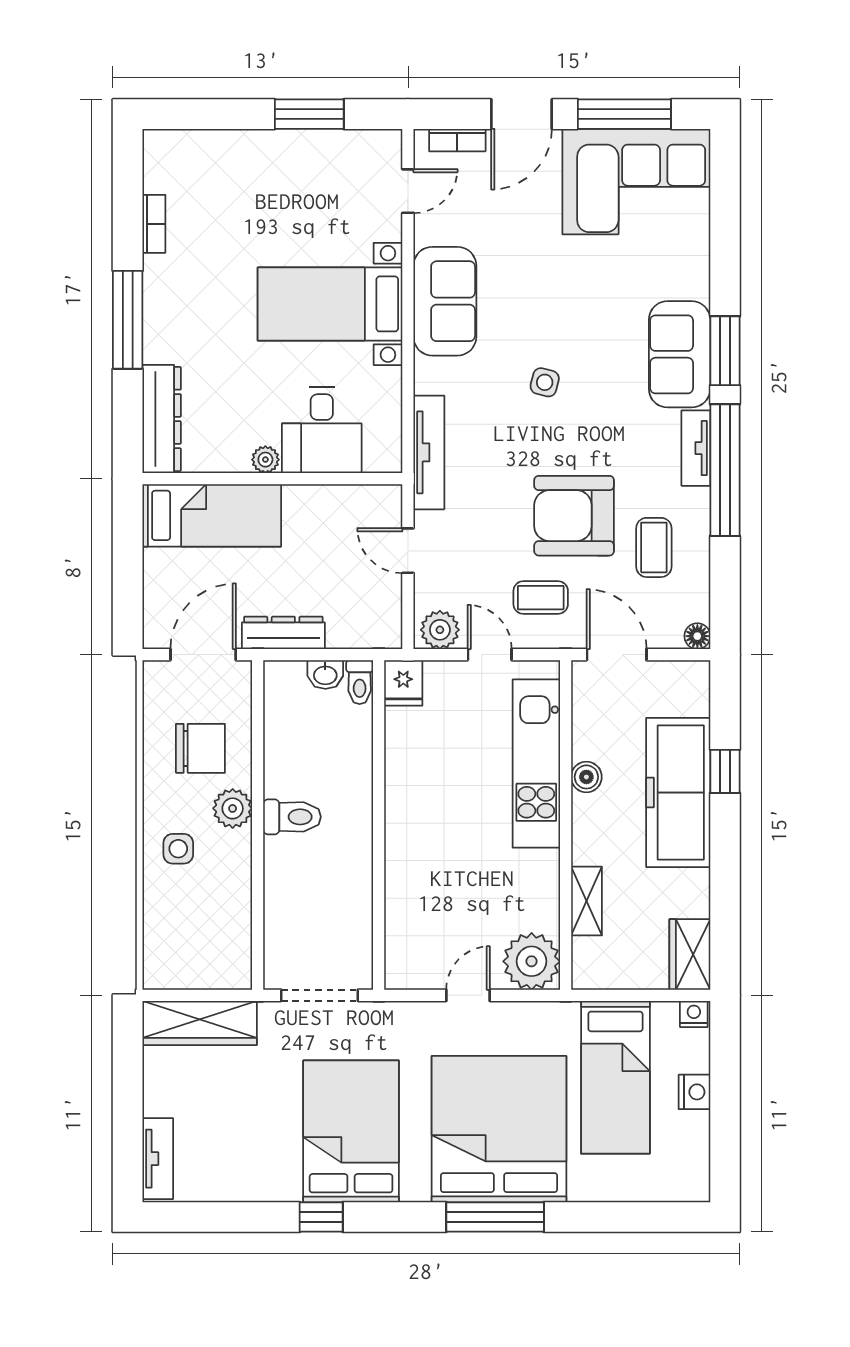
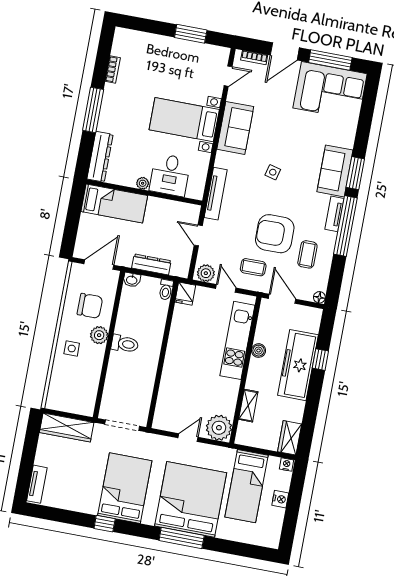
dresser: (283, 633) -> (151, 264), moved
washbasin: (325, 674) -> (132, 280), moved

